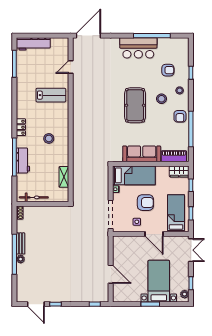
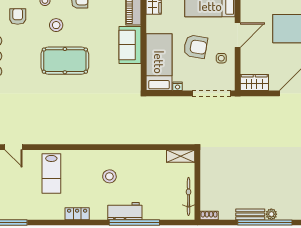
lab bench: (51, 95) -> (51, 174), turned 180
locker: (21, 127) -> (77, 214), moved
sofa: (142, 154) -> (130, 45), width x0.73
workbench: (23, 161) -> (125, 211), moved
shelving: (64, 177) -> (181, 156), moved
armchair: (145, 203) -> (195, 47), turned 100
wardrobe: (119, 246) -> (254, 83), added

